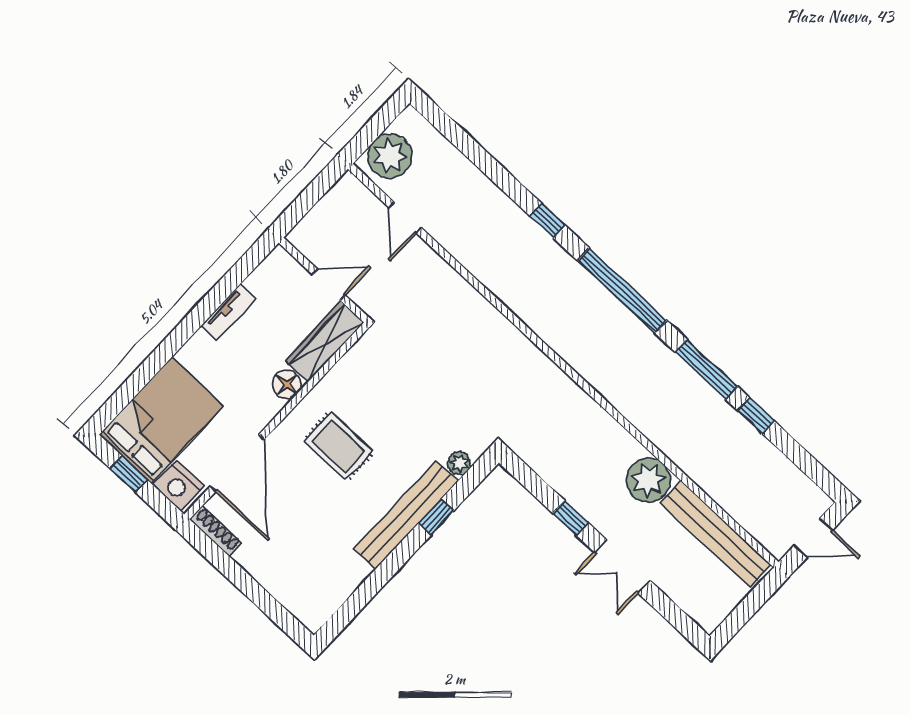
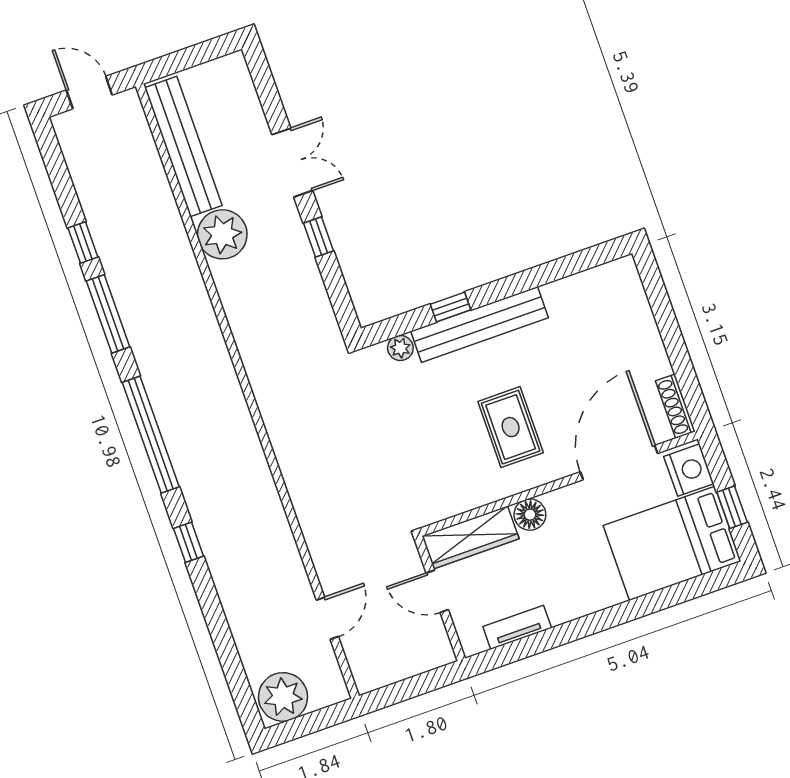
plant: (390, 156) -> (283, 697), moved
tv unit: (228, 312) -> (517, 627), moved

